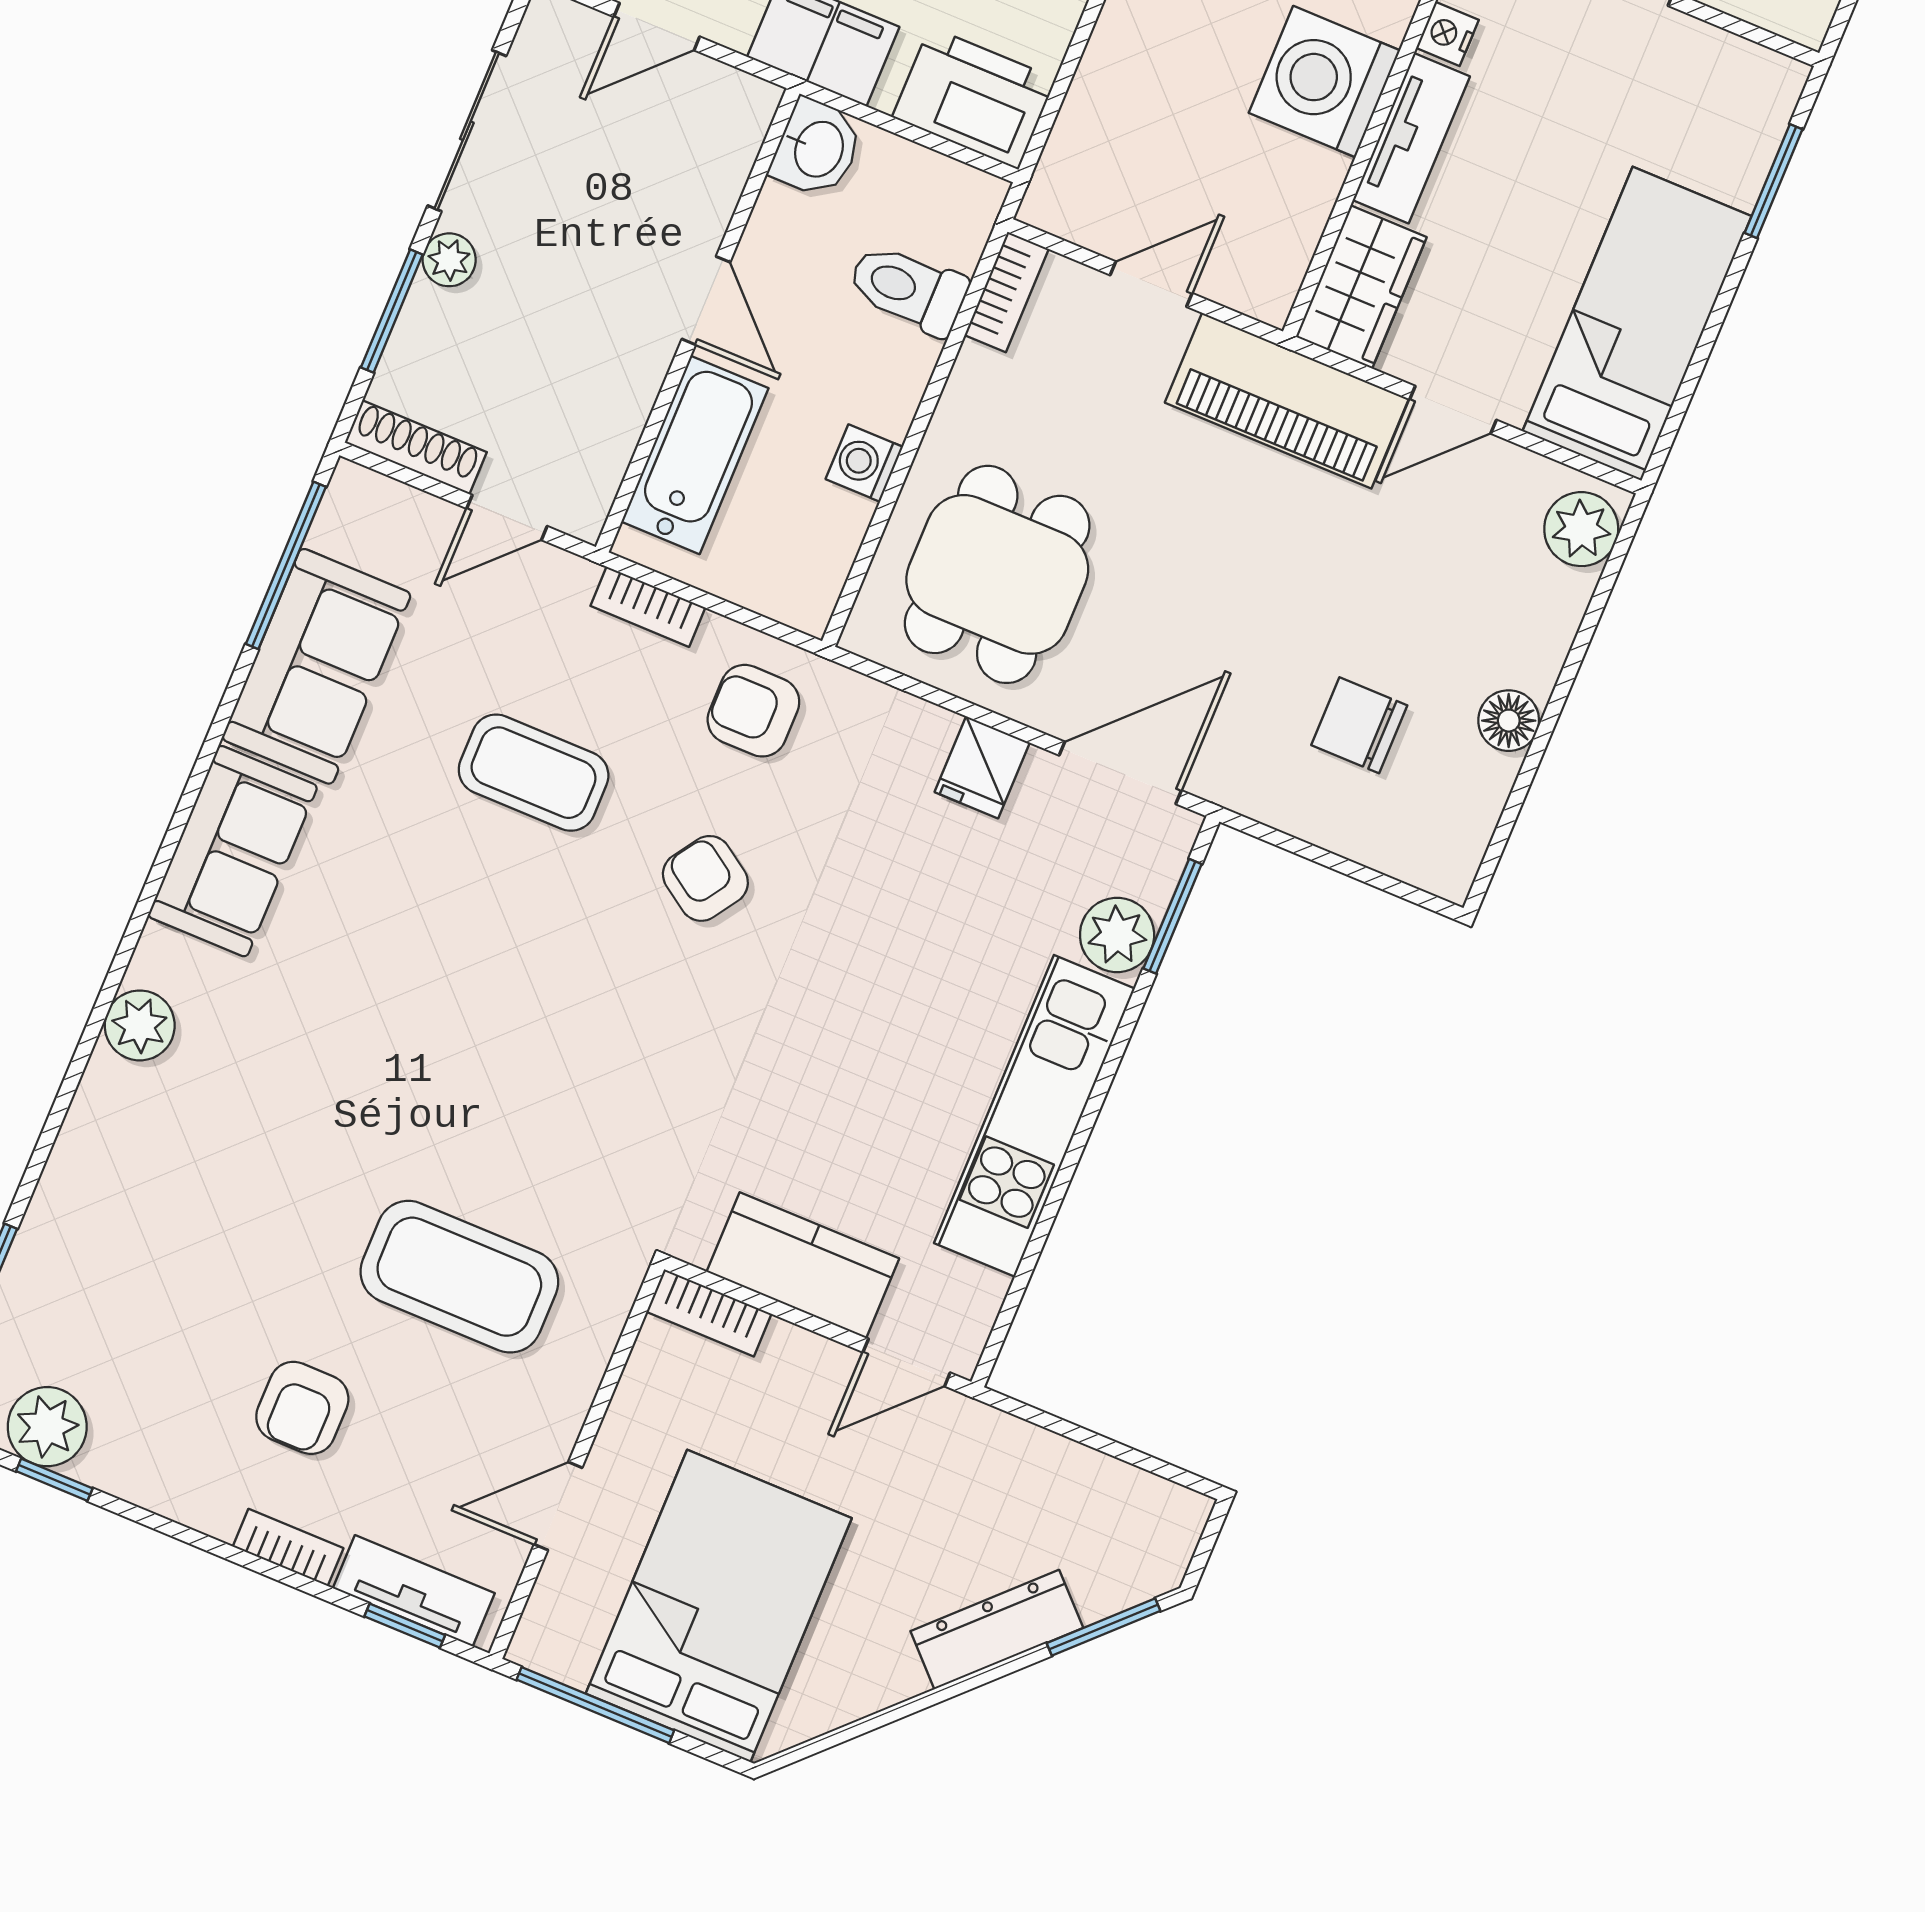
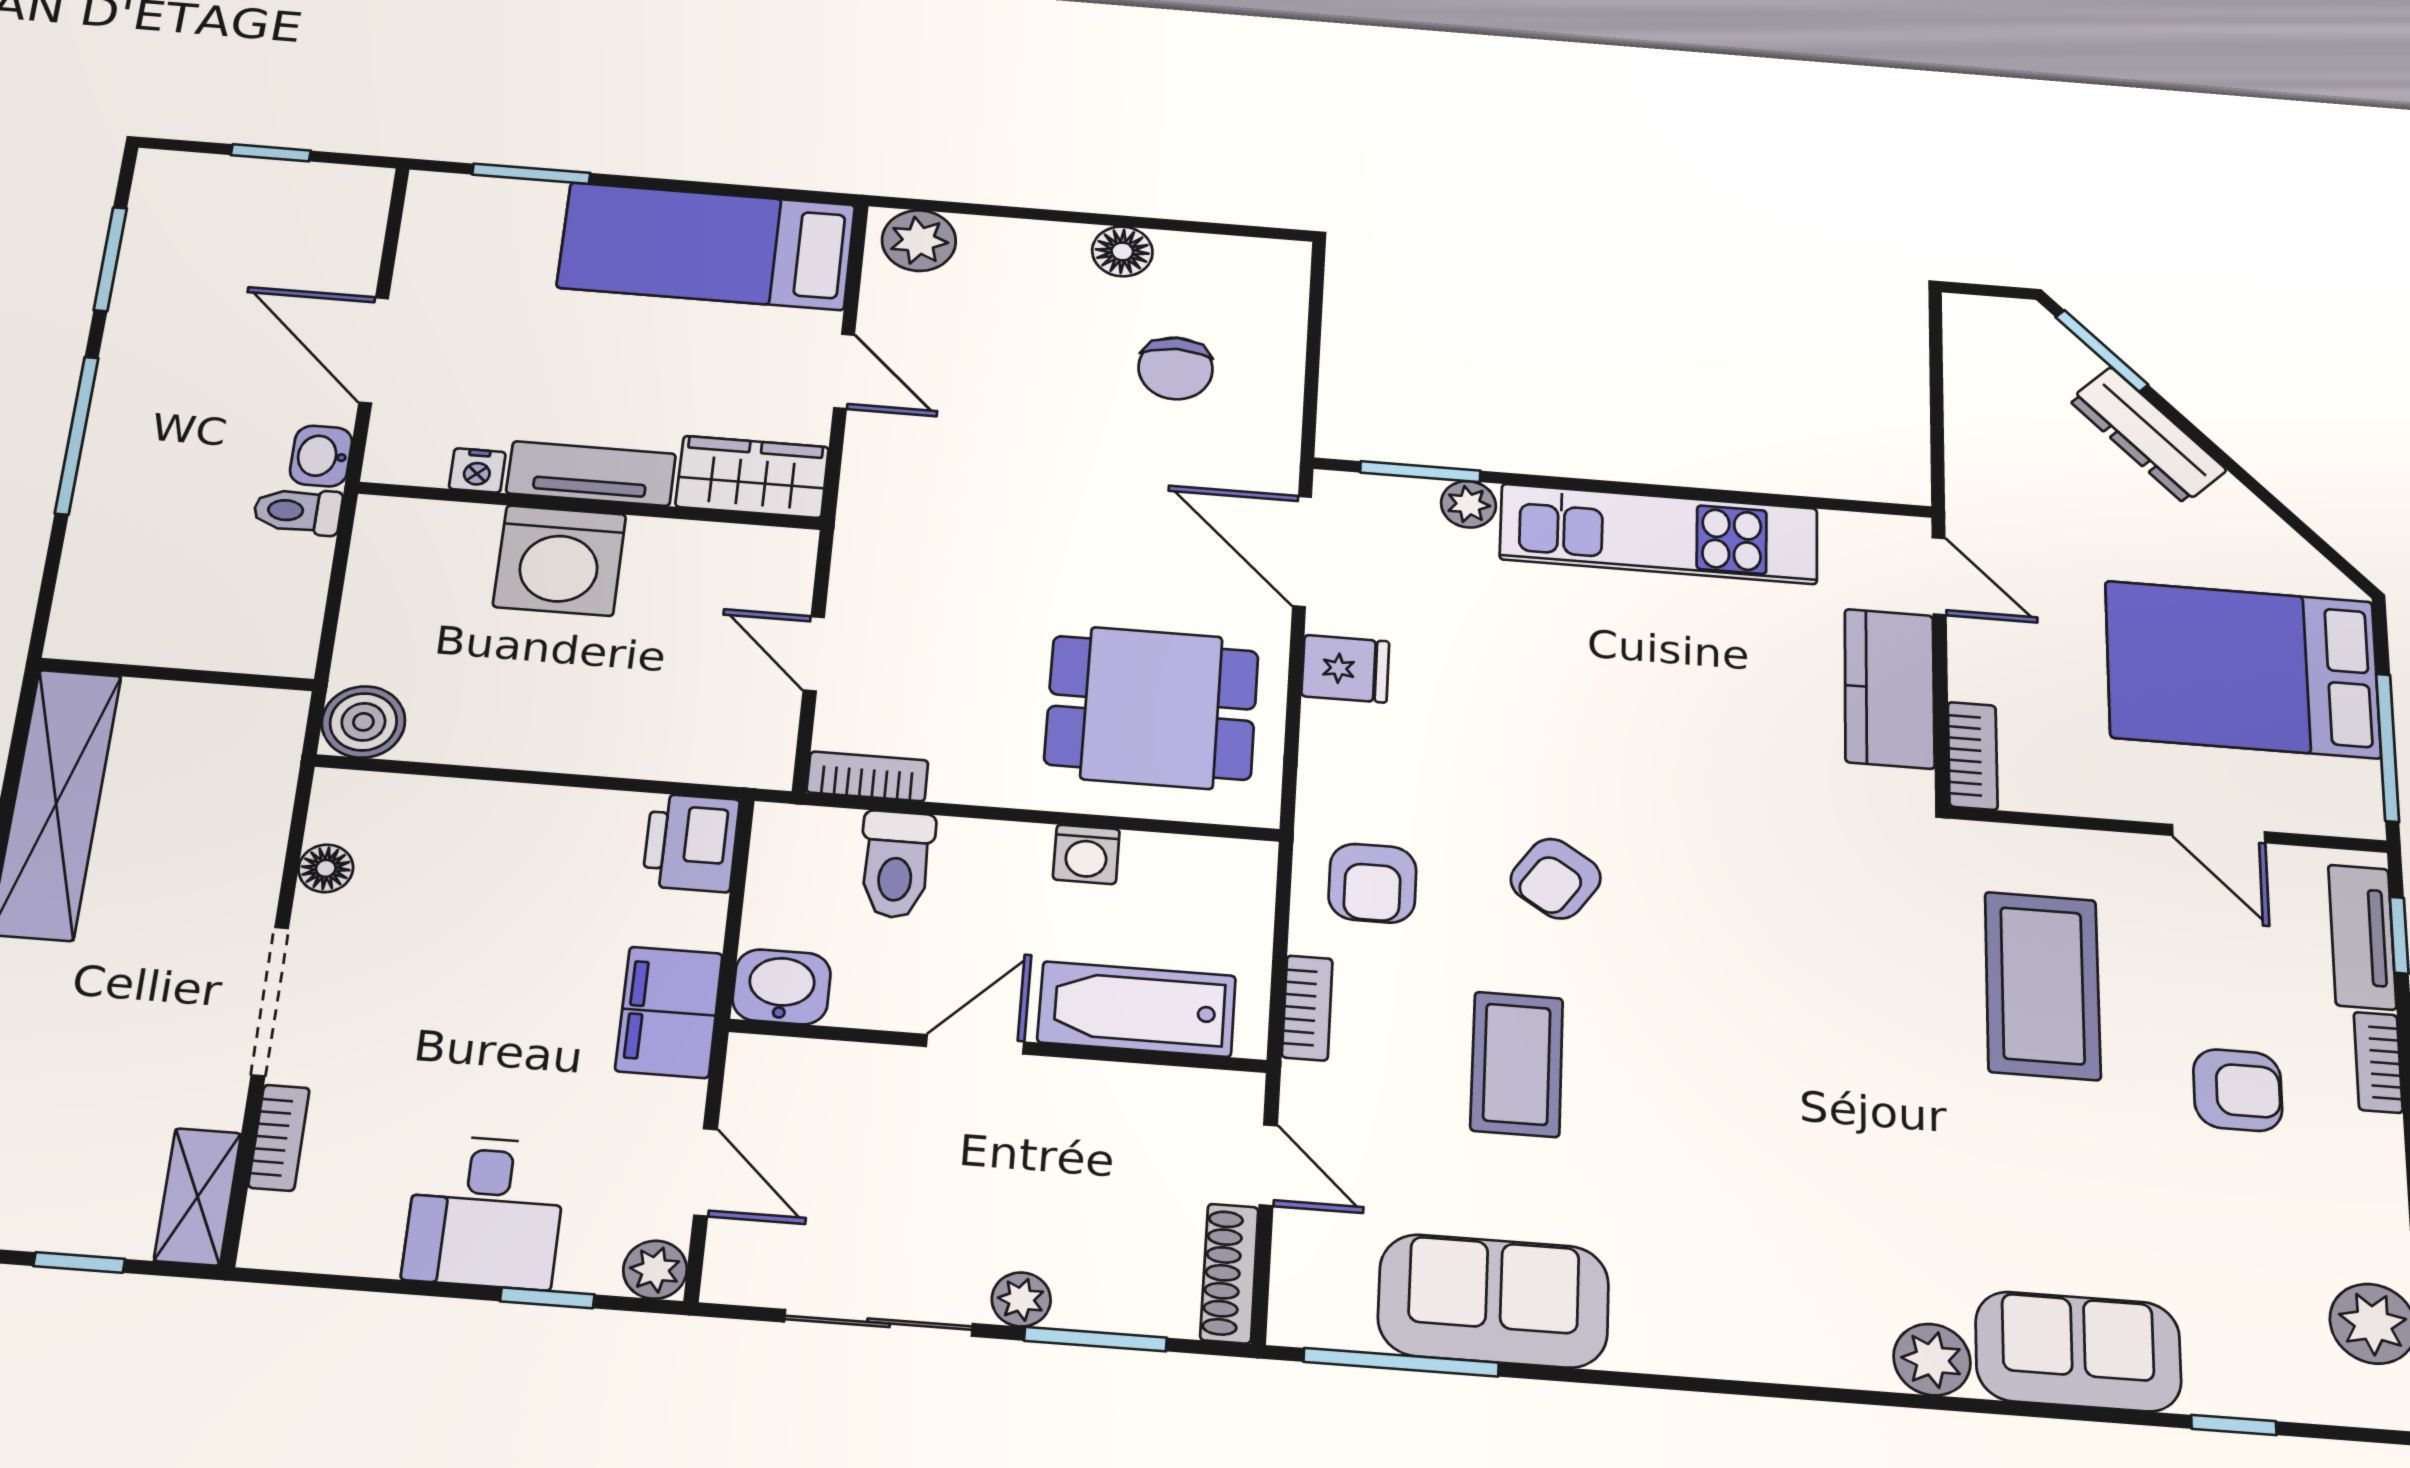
printer: (974, 98) -> (691, 843), width x0.73, depth x0.84
piano: (1287, 401) -> (886, 509), removed
sofa: (233, 851) -> (2078, 1351), moved
plant: (1117, 935) -> (1468, 504), width x0.73, depth x0.73

